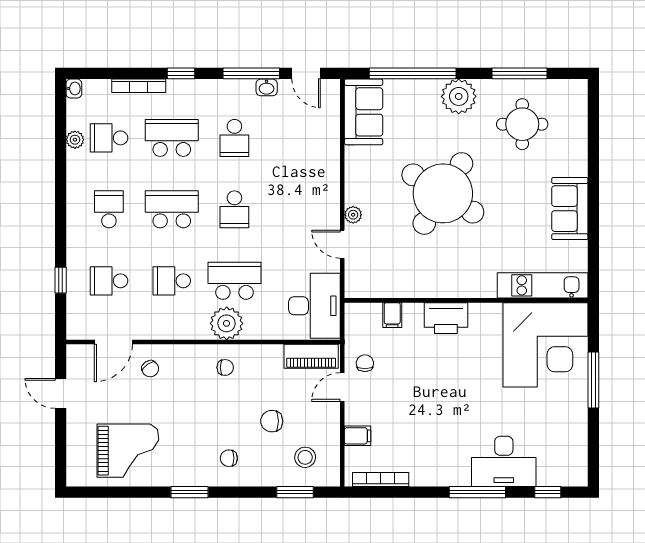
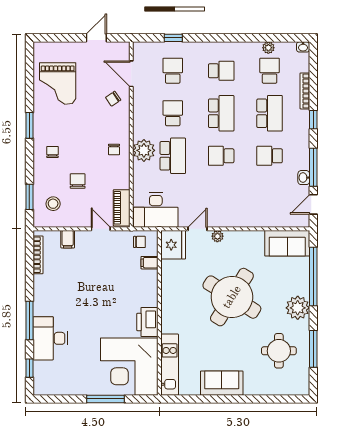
fridge: (366, 280) -> (173, 245), added
printer: (446, 318) -> (147, 322), moved
chair: (365, 363) -> (139, 242), moved

